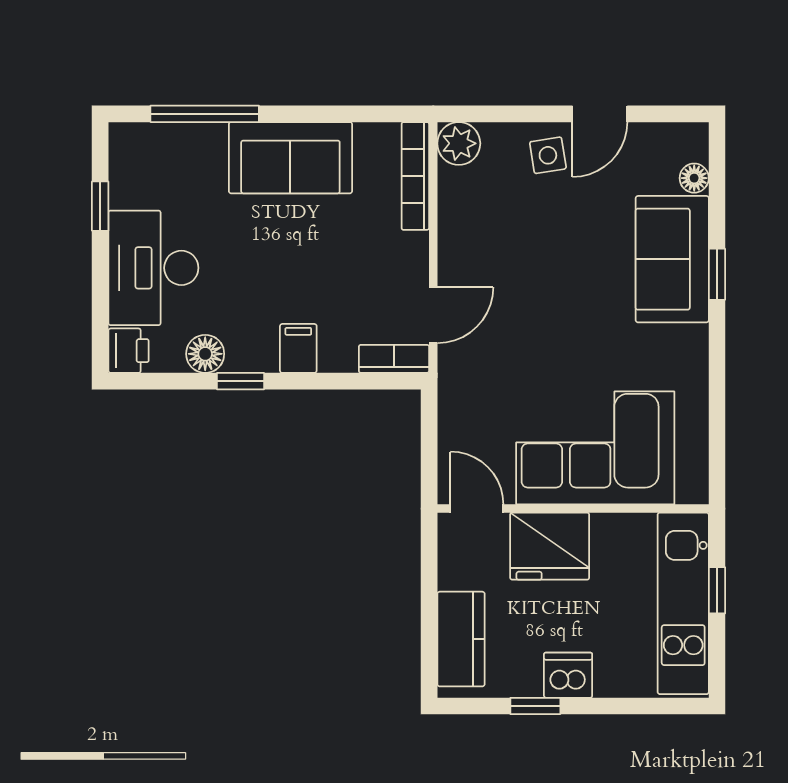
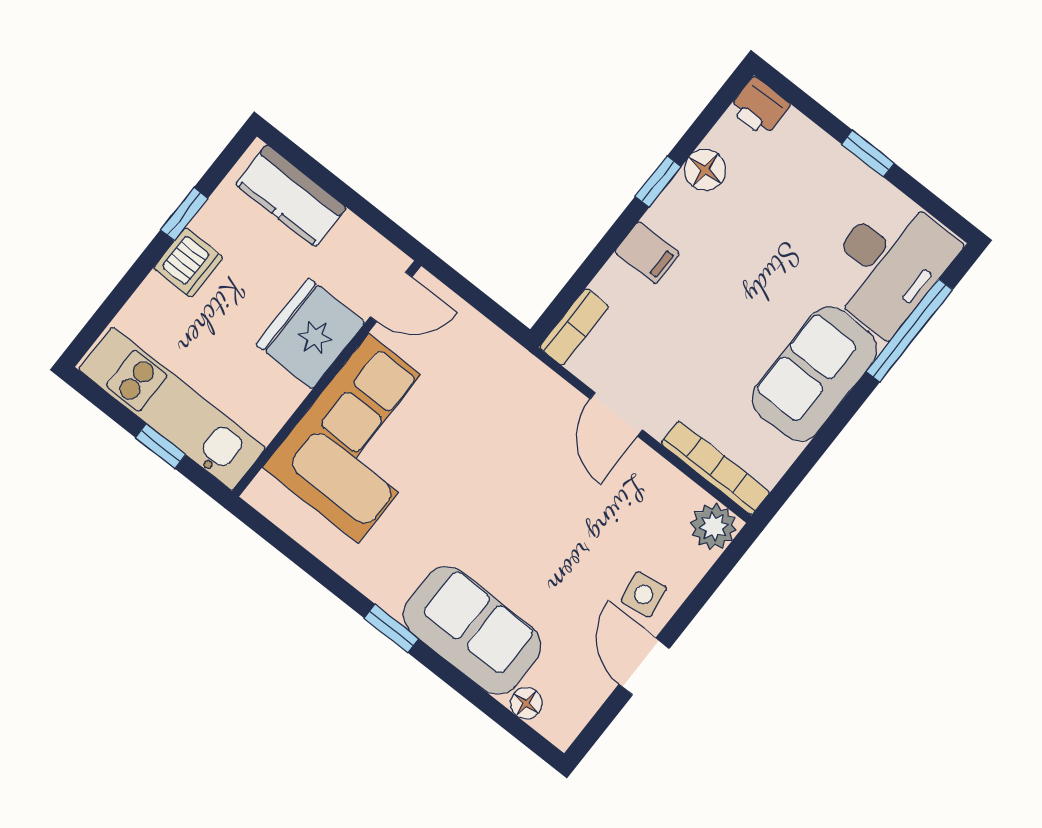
window: (100, 206) -> (868, 154), moved
desk: (153, 268) -> (889, 264), moved, turned 90
window: (717, 274) -> (391, 628), moved
door: (433, 315) -> (616, 414), moved

